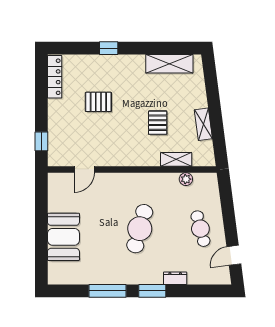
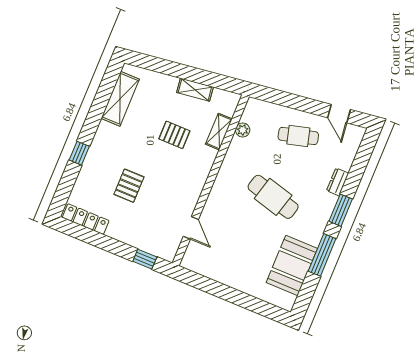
booth: (63, 237) -> (292, 265), moved, turned 90

